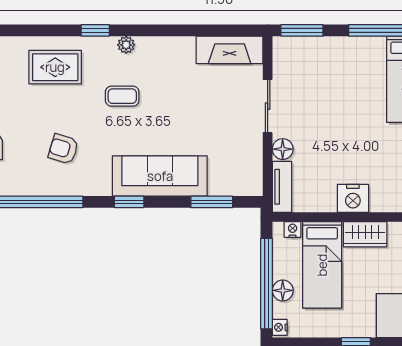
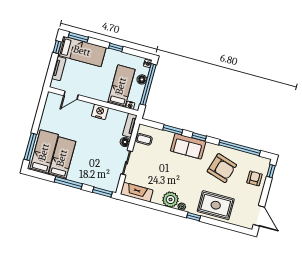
plant: (154, 53) -> (170, 200), added
rug: (55, 67) -> (216, 205), width x1.36, depth x1.43
coffee table: (122, 96) -> (144, 139), moved
armchair: (63, 149) -> (222, 168), width x1.88, depth x1.88
sofa: (160, 176) -> (188, 146), width x0.73
window: (212, 202) -> (173, 130), moved
wardrobe: (365, 234) -> (99, 95), removed

